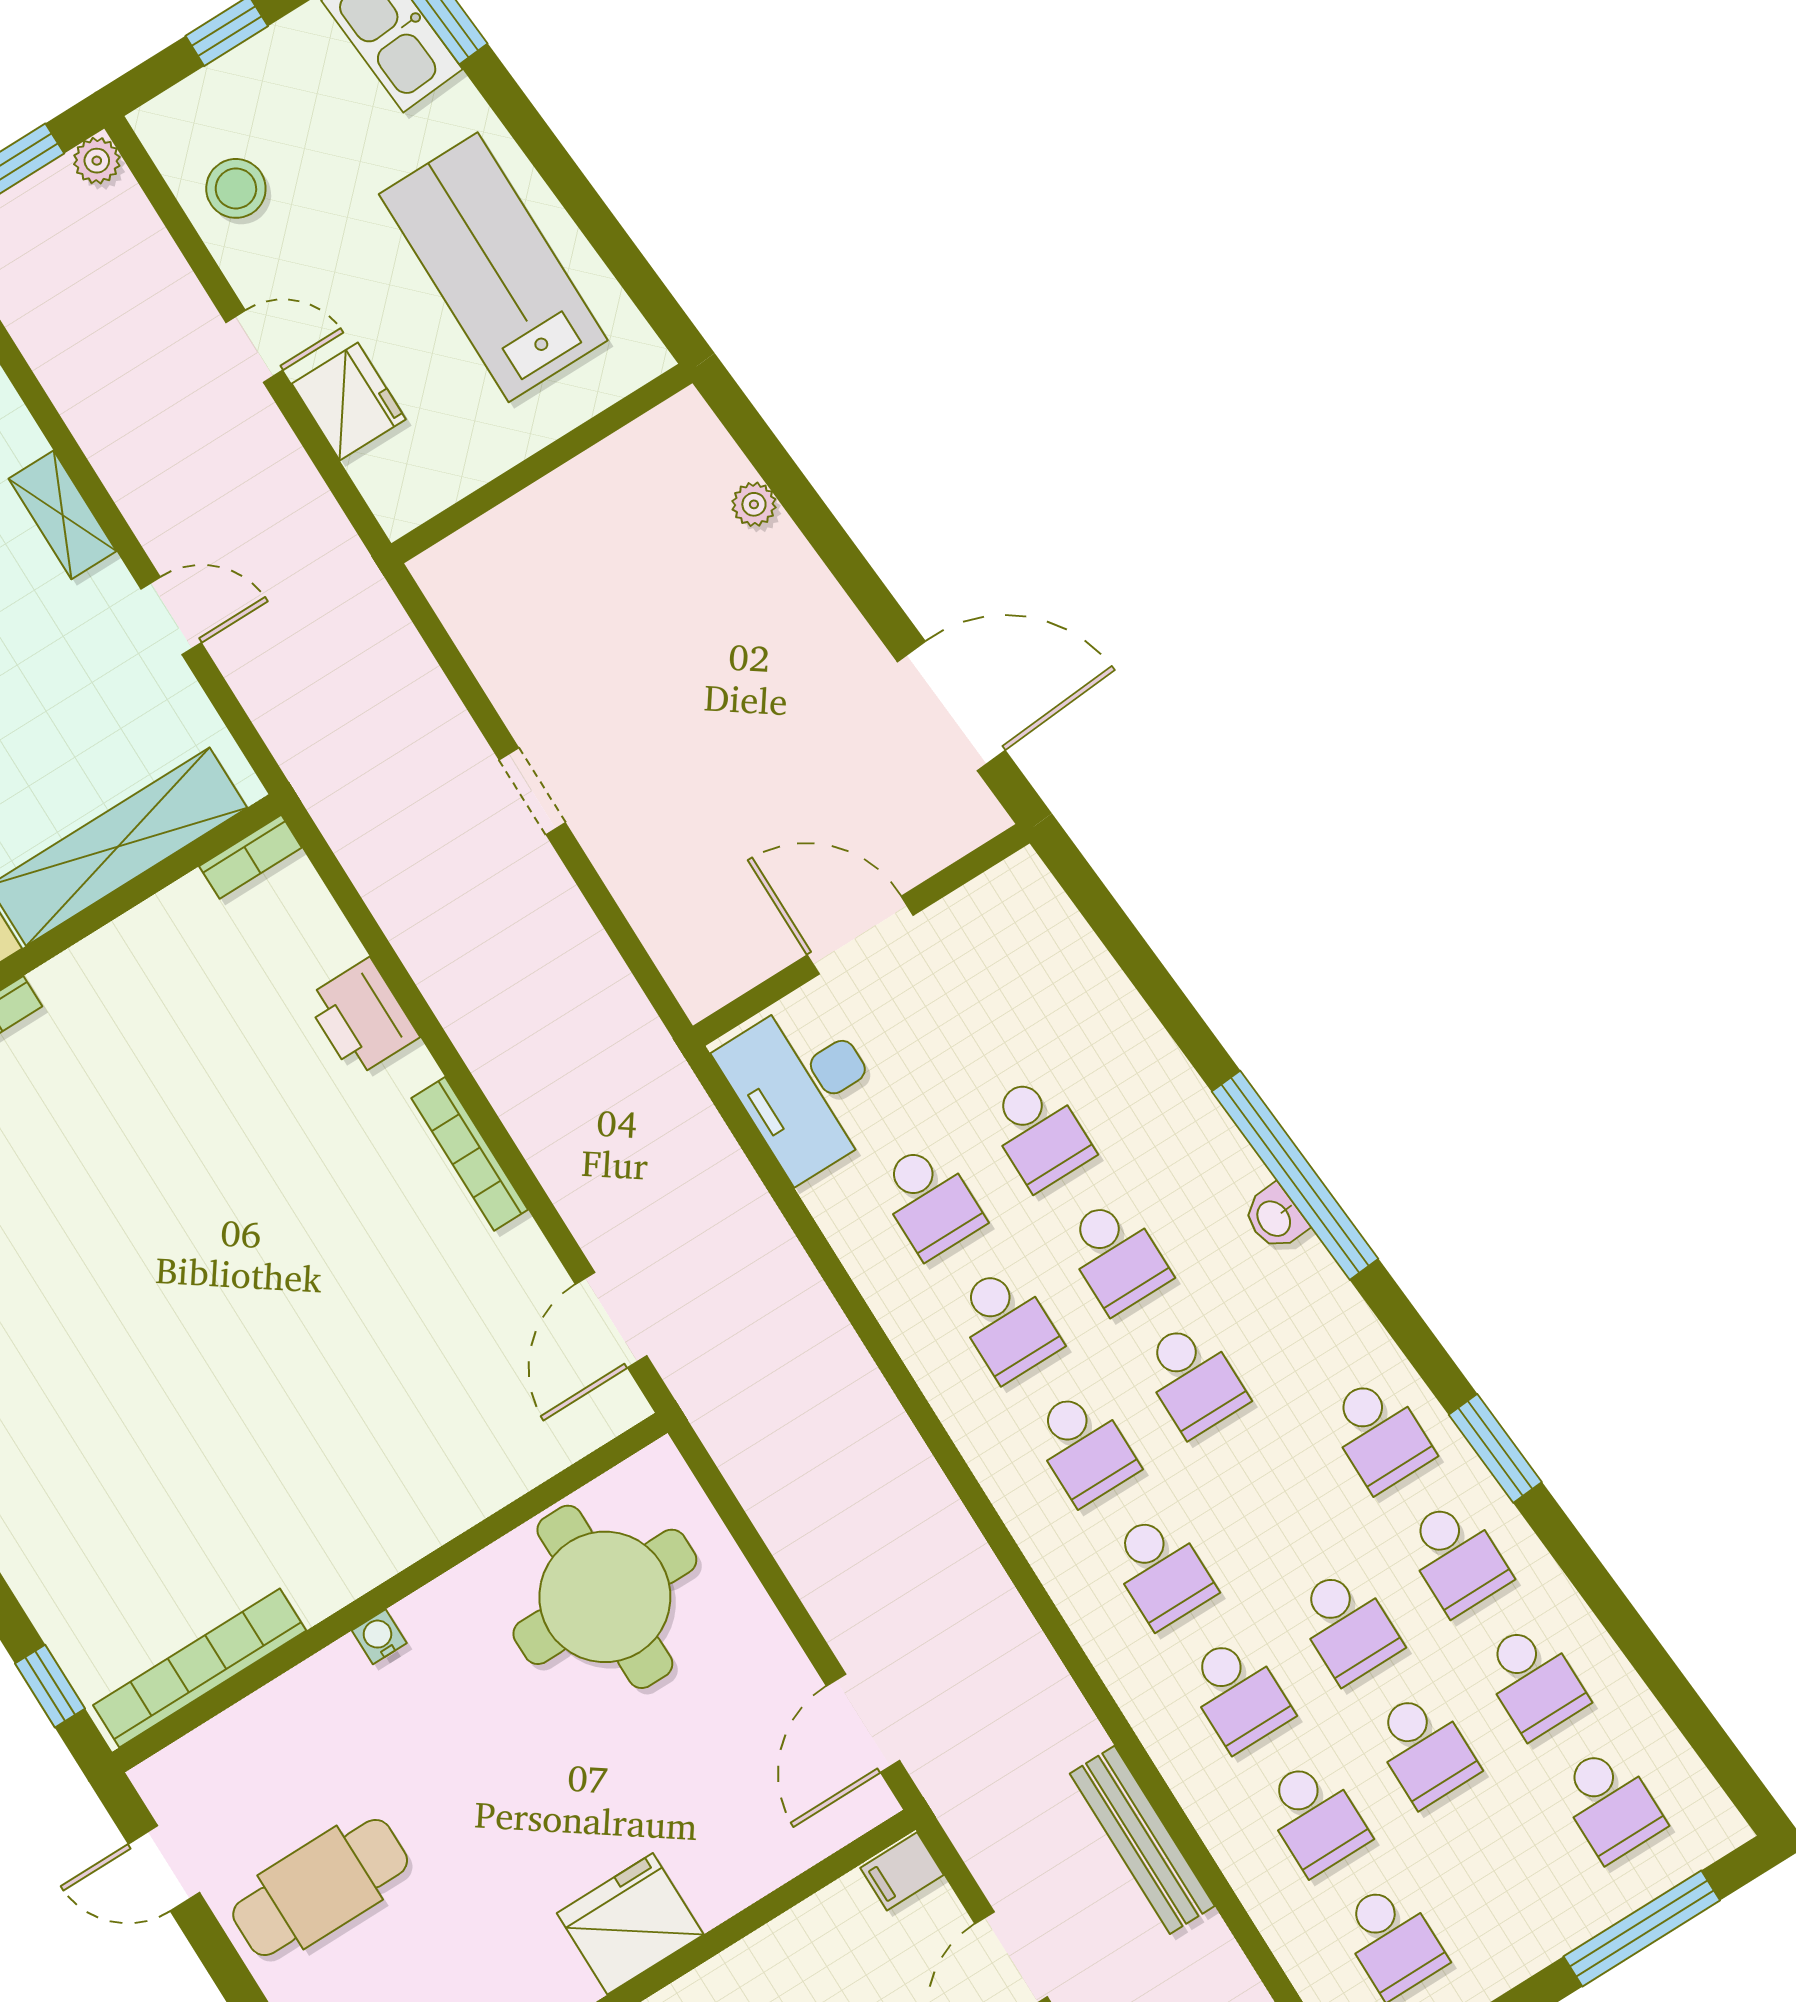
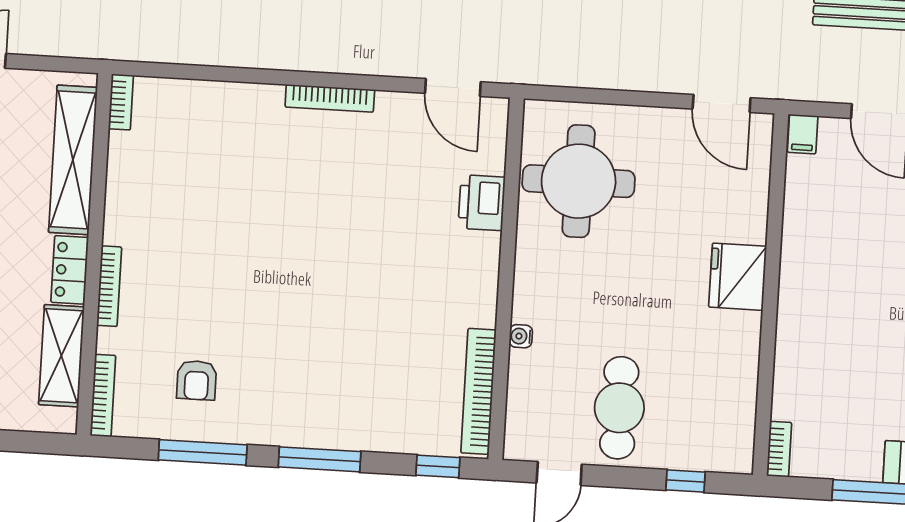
printer: (362, 1018) -> (482, 203), moved, turned 90
water cooler: (379, 1637) -> (521, 336), moved

